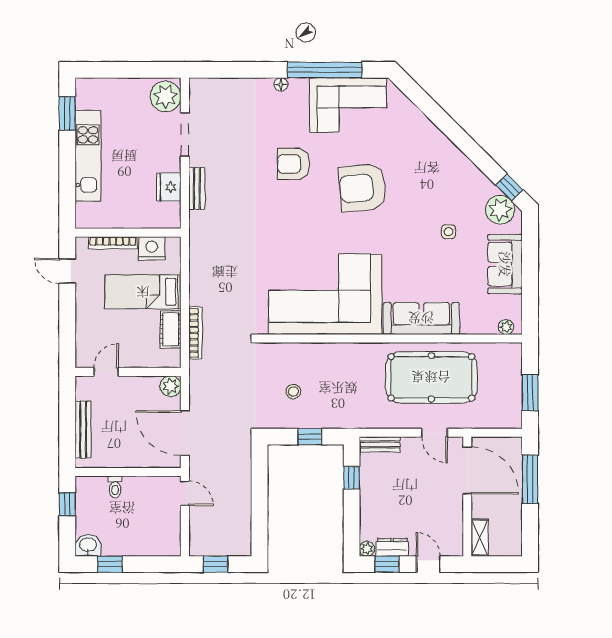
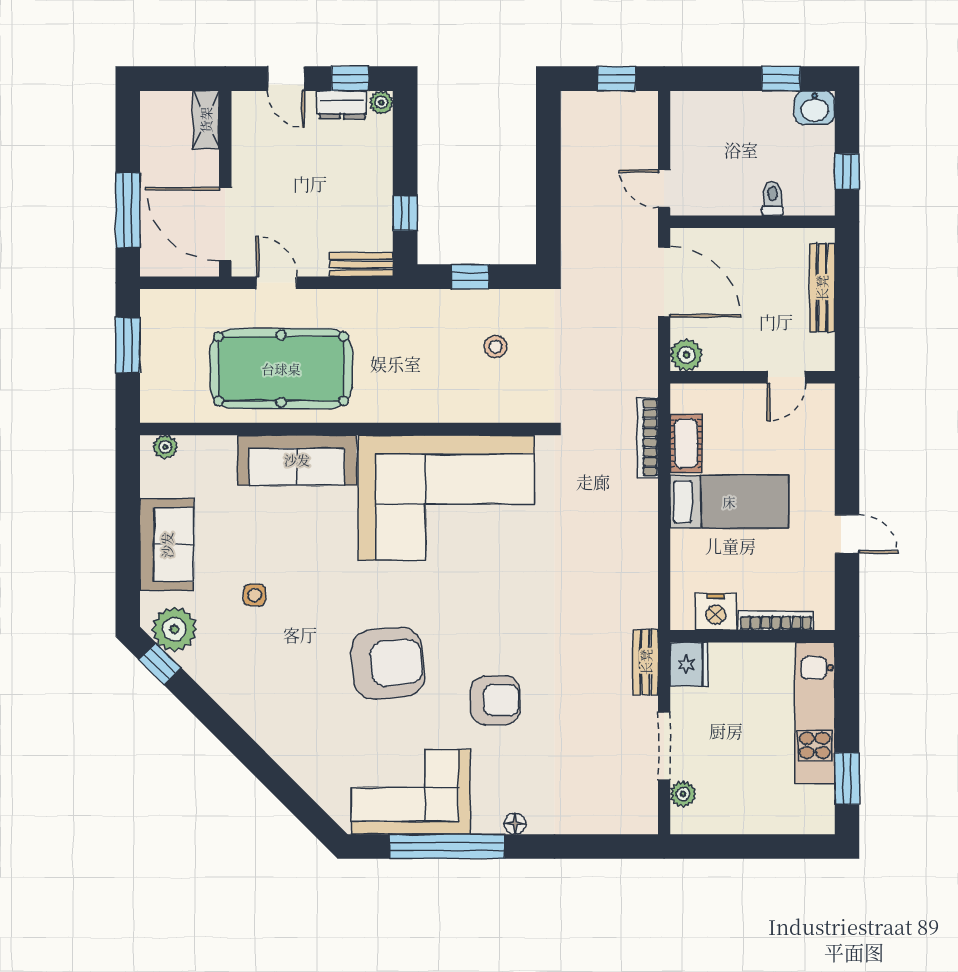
plant: (166, 97) -> (683, 794), width x0.53, depth x0.53
wall: (128, 233) -> (753, 636), moved
bookcase: (113, 243) -> (776, 621), moved
nightstand: (152, 248) -> (716, 612), moved

